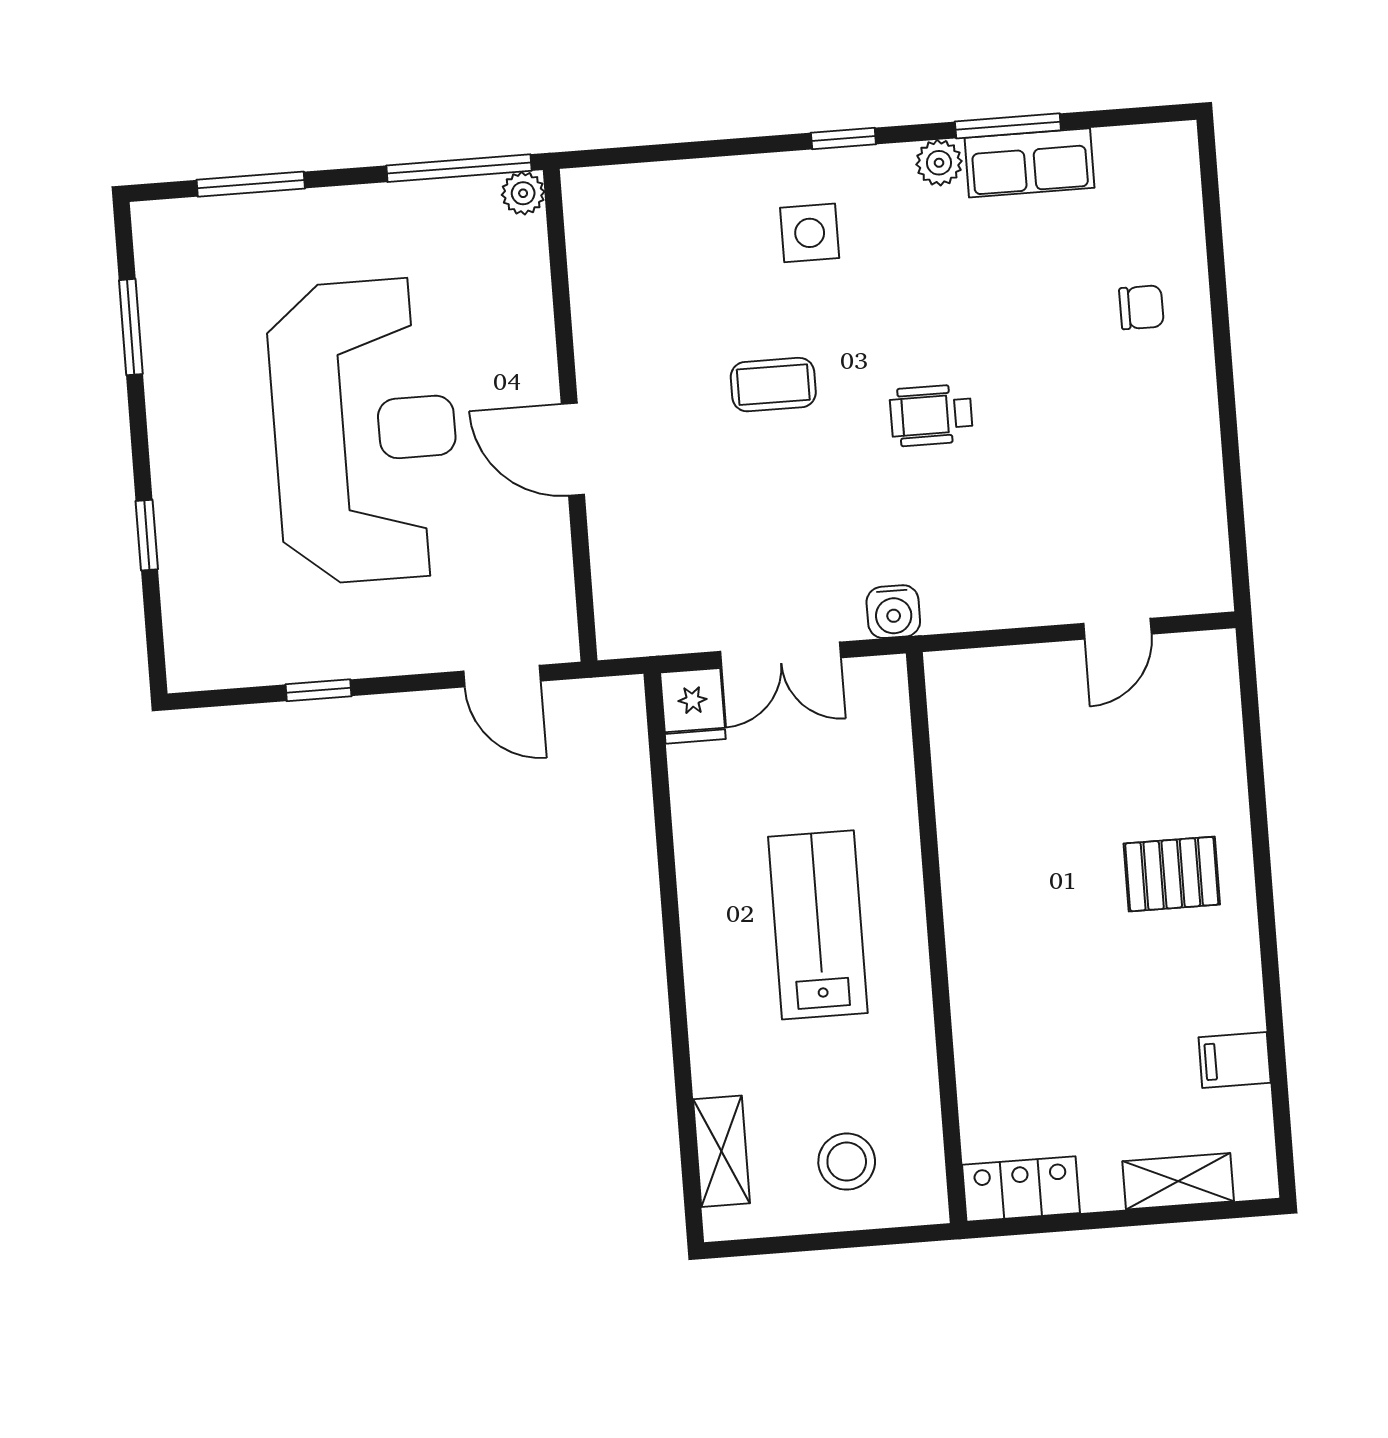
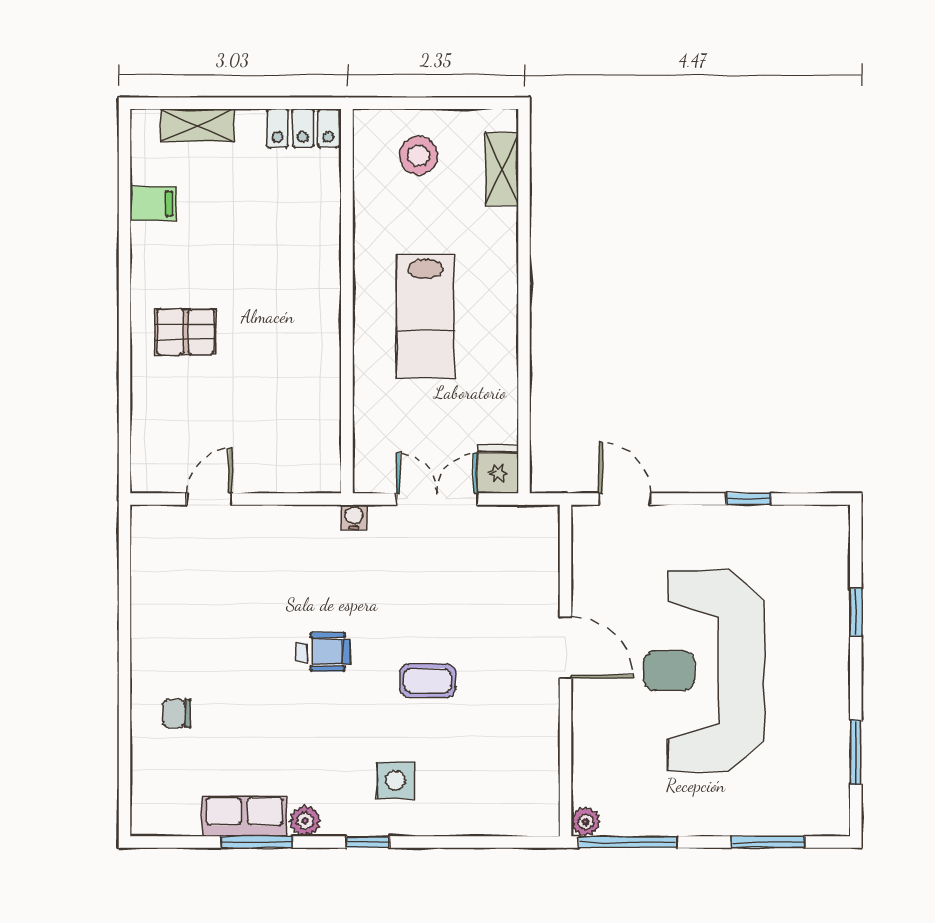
water cooler: (893, 612) -> (354, 517), width x0.72, depth x0.72

